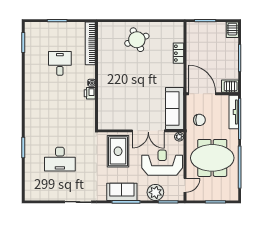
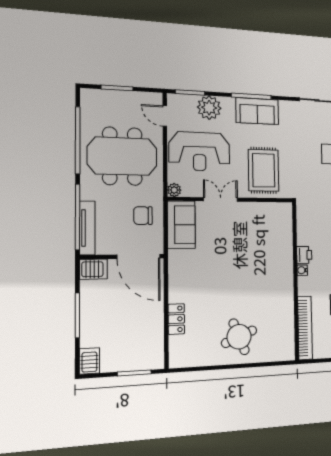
sofa: (175, 108) -> (181, 225), width x0.73
double door: (148, 131) -> (221, 199), width x0.73
door: (185, 185) -> (165, 116), hinge flipped

